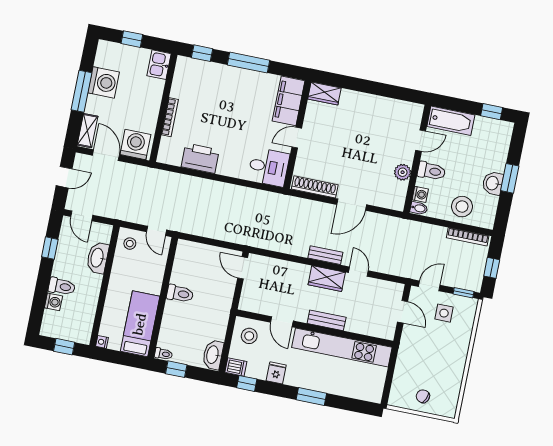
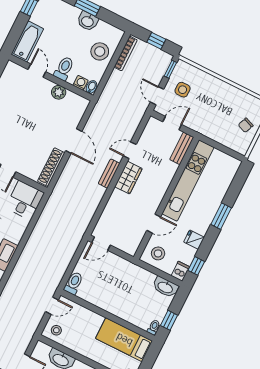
toilet: (180, 294) -> (74, 283), moved
bench: (327, 320) -> (182, 148), moved

